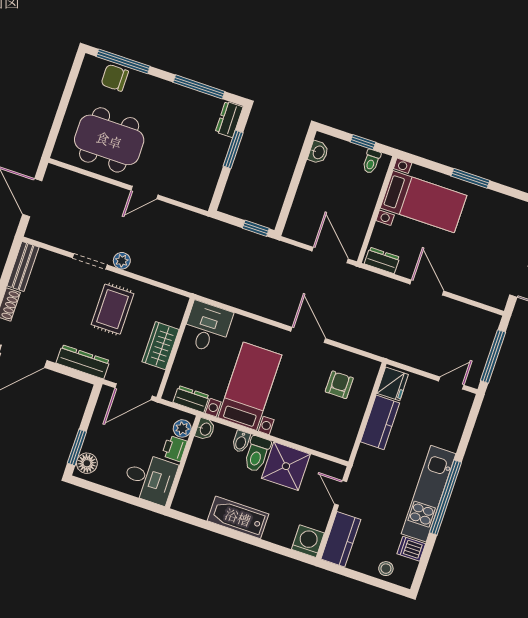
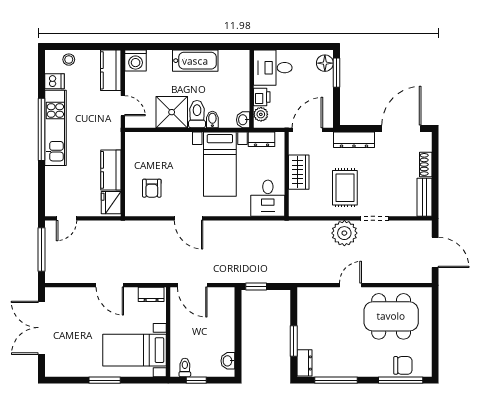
plant: (122, 261) -> (344, 233), width x1.87, depth x1.87

